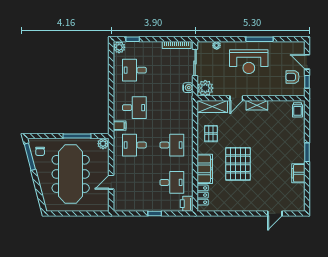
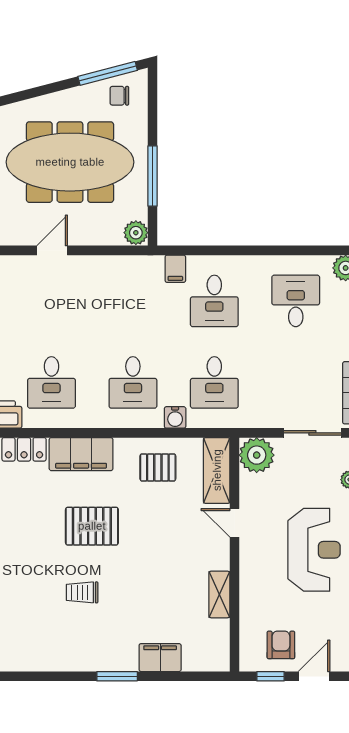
reception desk: (249, 62) -> (314, 550), turned 180
water cooler: (188, 88) -> (175, 417), moved
shelving: (257, 105) -> (219, 594), moved
trolley: (297, 110) -> (82, 592), moved
desk: (134, 145) -> (214, 382), moved, turned 180
pallet: (238, 164) -> (92, 526), width x0.73, depth x0.71
filing cabinet: (298, 173) -> (160, 658), moved
door: (111, 182) -> (52, 250), hinge flipped

